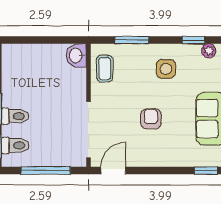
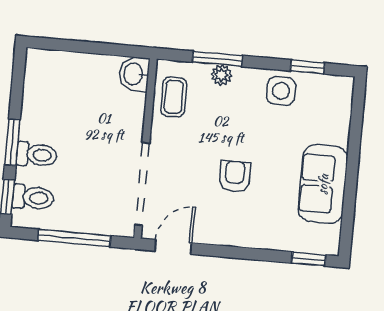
plant: (209, 51) -> (221, 75), moved
side table: (166, 69) -> (281, 91), moved

